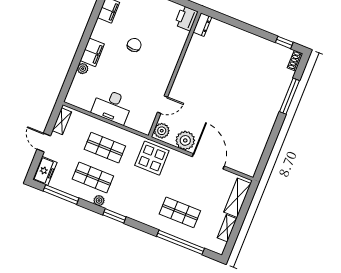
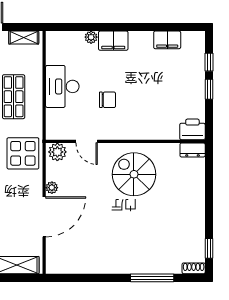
chair: (134, 45) -> (108, 100), moved
spiral stairs: (203, 78) -> (134, 174), added
plant: (185, 140) -> (52, 188), width x0.53, depth x0.53

